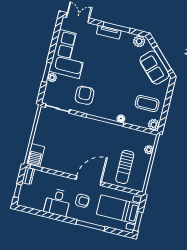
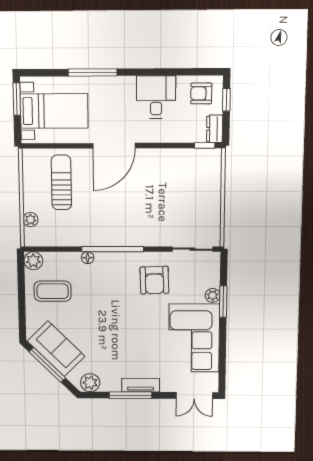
barbecue: (36, 155) -> (210, 166), removed
armchair: (82, 201) -> (201, 93), moved

